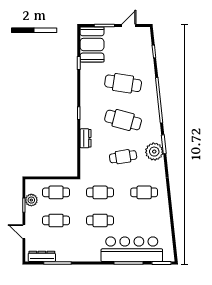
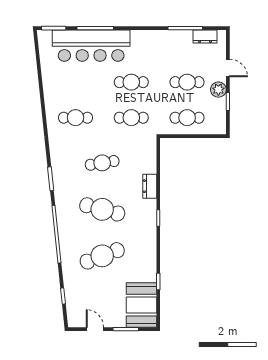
door: (129, 25) -> (95, 329), swing flipped
cafe table: (123, 83) -> (102, 256), turned -30
plant: (154, 152) -> (63, 169), removed
plant: (31, 200) -> (218, 90), moved
dresser: (42, 256) -> (205, 37), width x0.70

